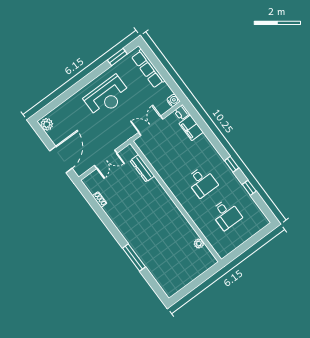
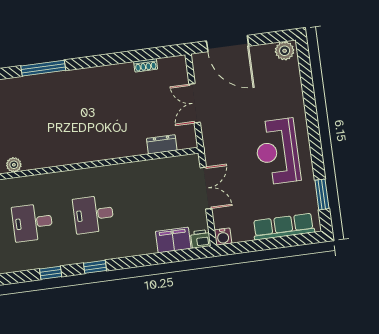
dresser: (142, 168) -> (162, 144), width x0.70

